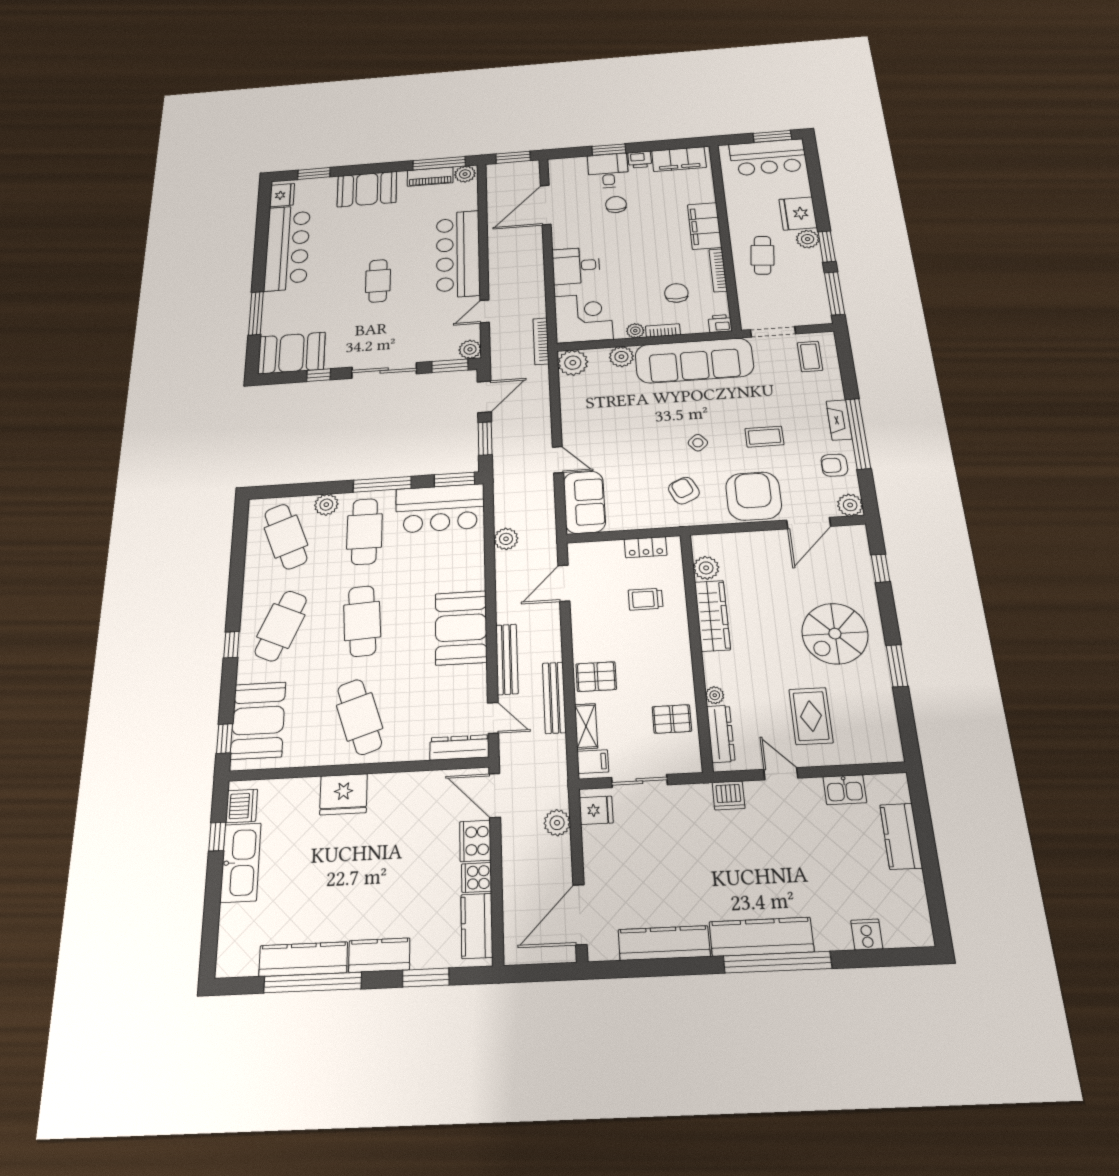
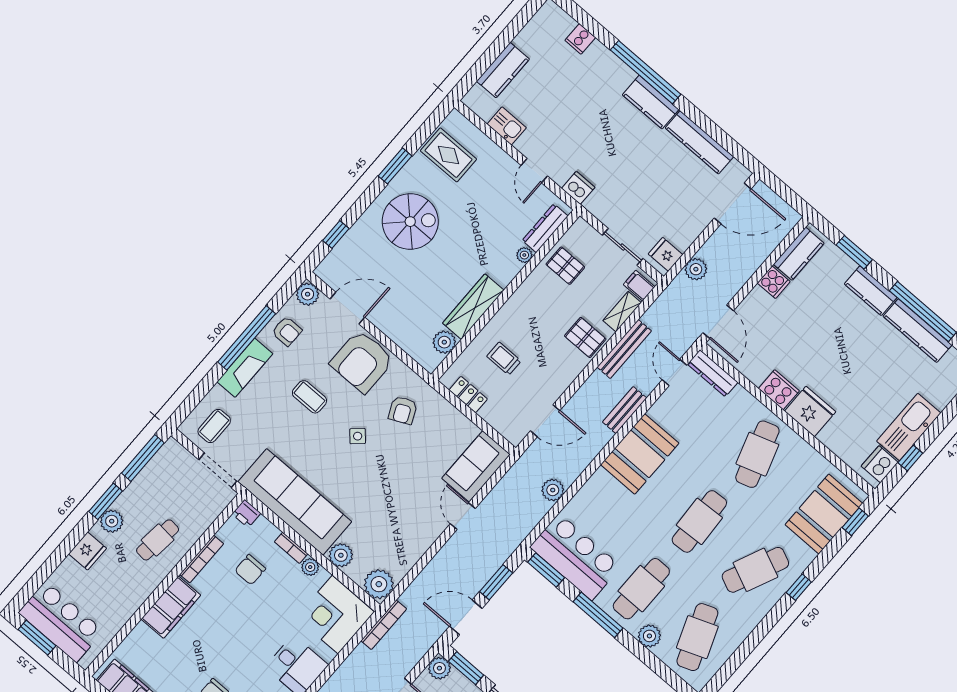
fridge: (798, 213) -> (88, 551), width x0.73, depth x0.75
fireplace: (839, 420) -> (245, 368), width x1.37, depth x1.32
trolley: (646, 599) -> (504, 359), turned 180
bench: (507, 659) -> (625, 410), width x0.73
rug: (811, 716) -> (448, 155), moved, turned 90
cooker: (475, 841) -> (779, 390), moved, turned -90
kitchen counter: (761, 937) -> (651, 102), width x0.67

